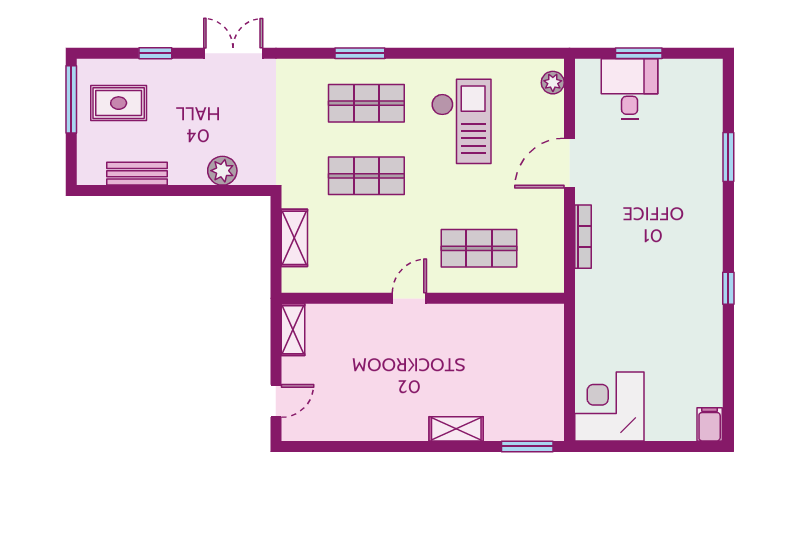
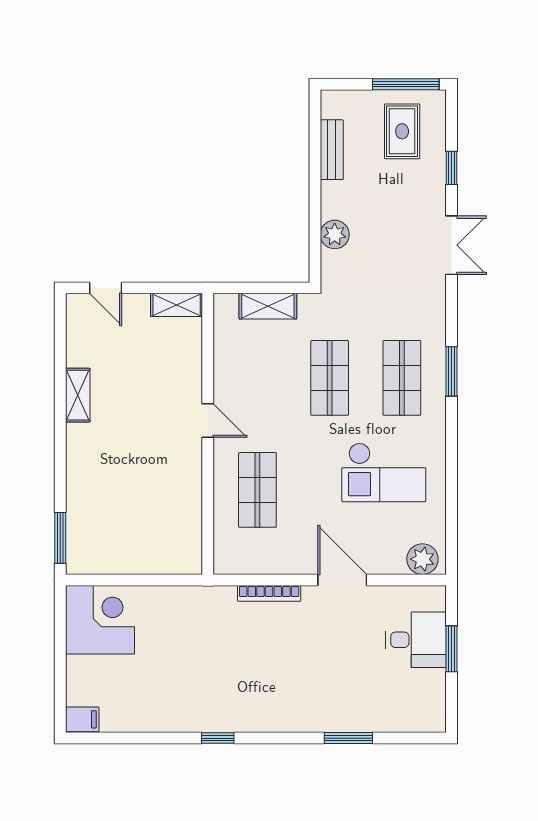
plant: (553, 83) -> (422, 559), width x1.38, depth x1.38
shelving: (456, 429) -> (78, 395), moved

